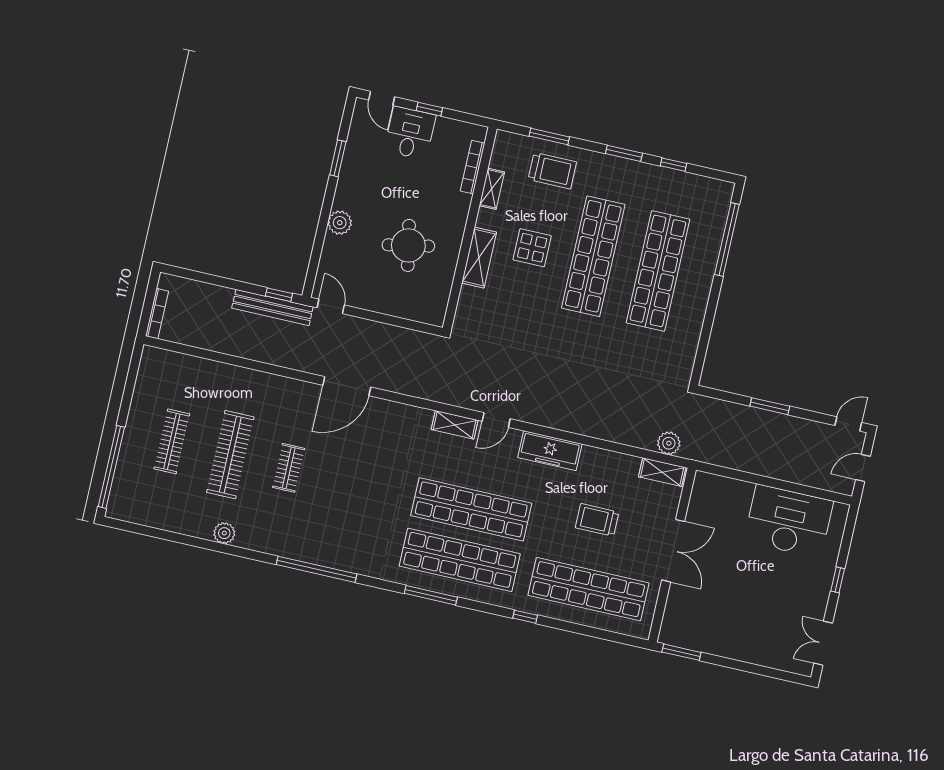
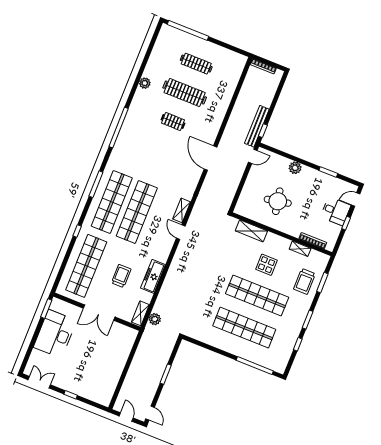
shelving: (479, 258) -> (251, 231), moved
freezer: (550, 451) -> (153, 276), moved
desk: (789, 521) -> (55, 334), moved, turned 180

